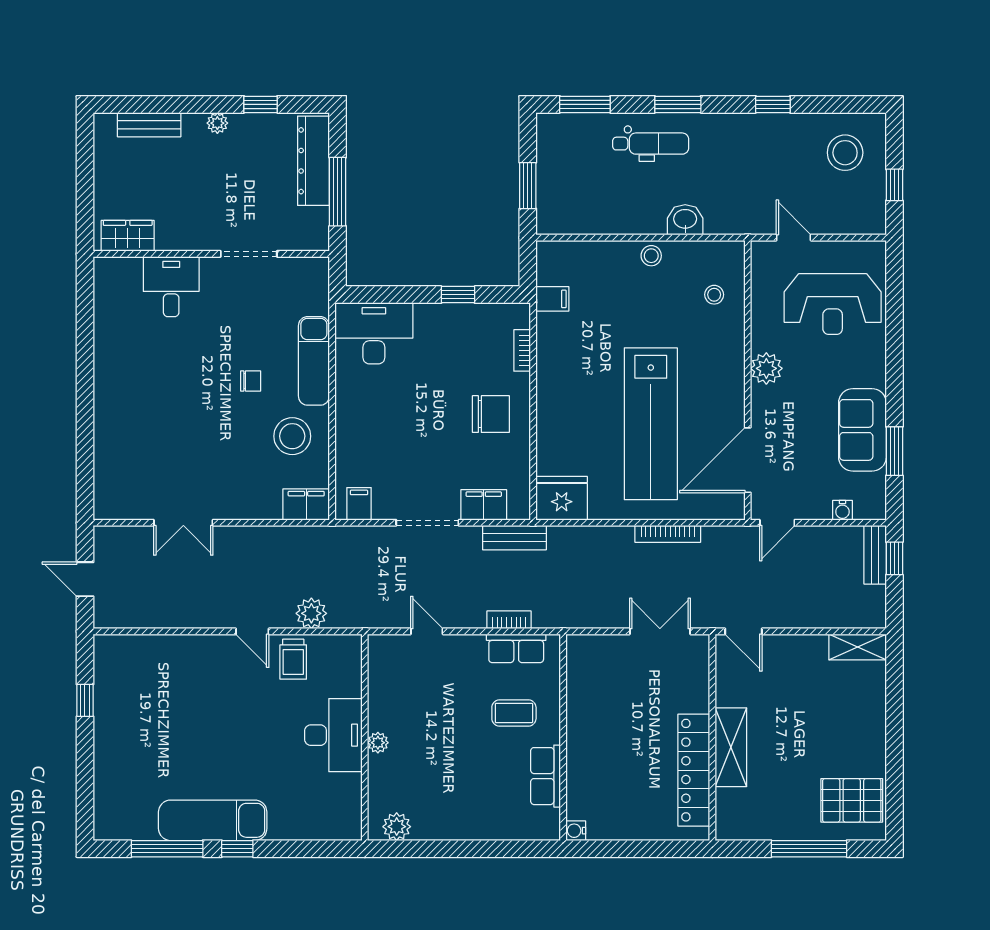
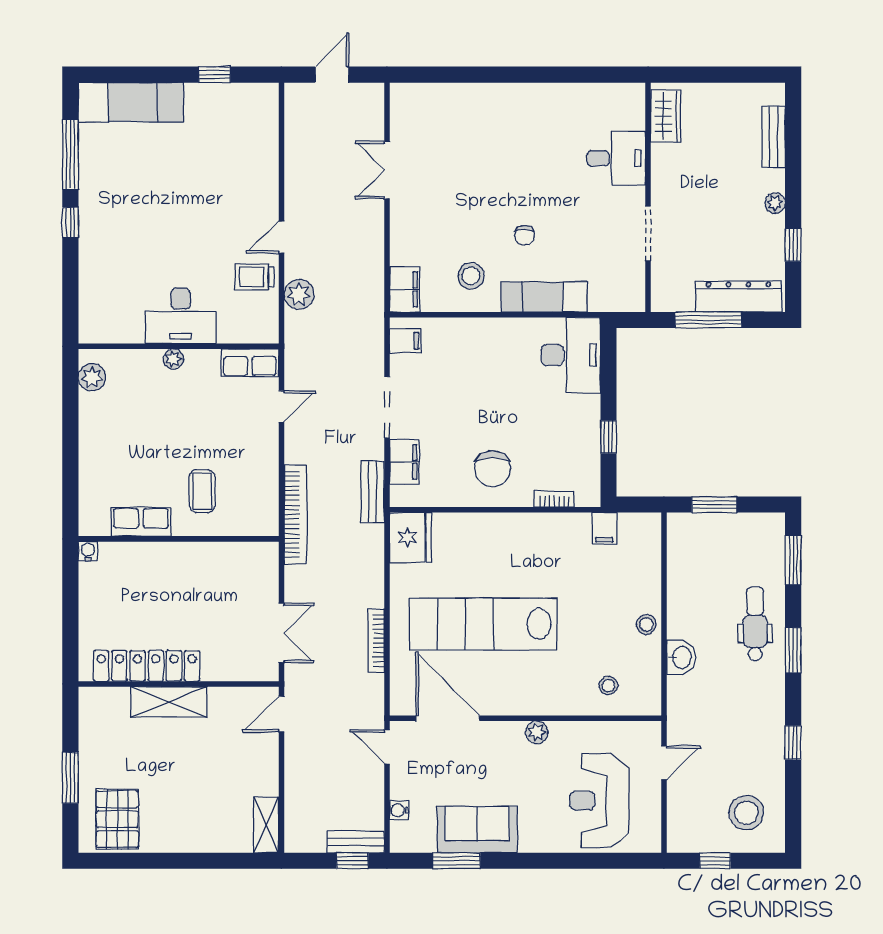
dental chair: (651, 144) -> (755, 624), turned 180
plant: (766, 368) -> (537, 732), width x0.73, depth x0.73
stool: (292, 436) -> (471, 276), width x0.73, depth x0.73
bookcase: (509, 620) -> (295, 515), width x2.31, depth x1.31
row of seats: (516, 648) -> (250, 363), moved, turned -90
exam couch: (213, 820) -> (131, 102), moved, turned 90
window: (809, 849) -> (70, 778), width x0.69

